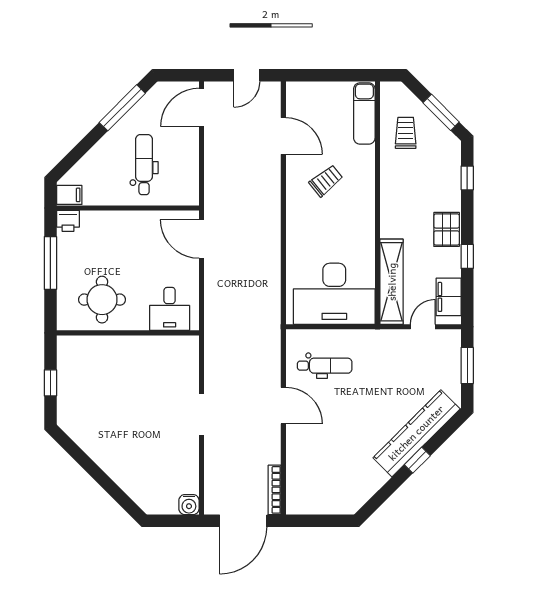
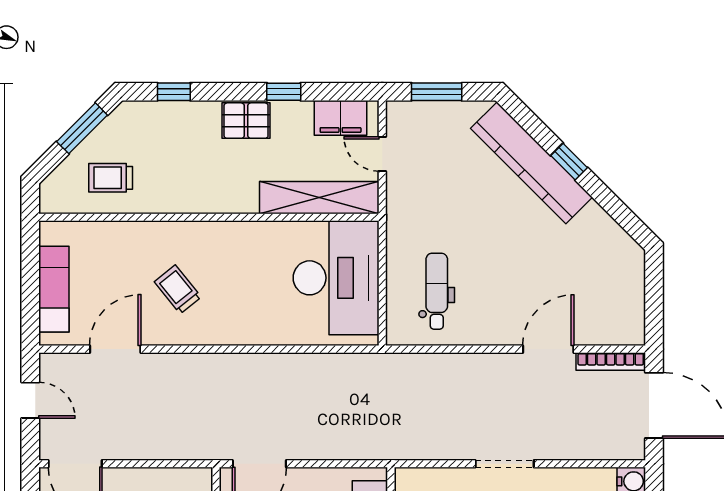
exam couch: (364, 113) -> (54, 289), moved, turned -90
door: (283, 406) -> (548, 349), moved

